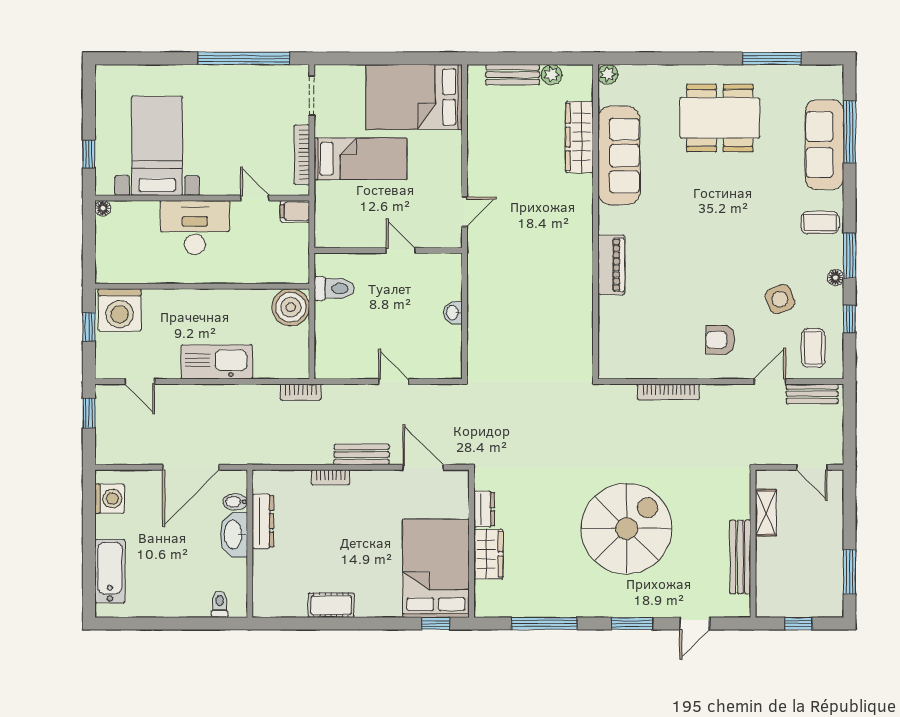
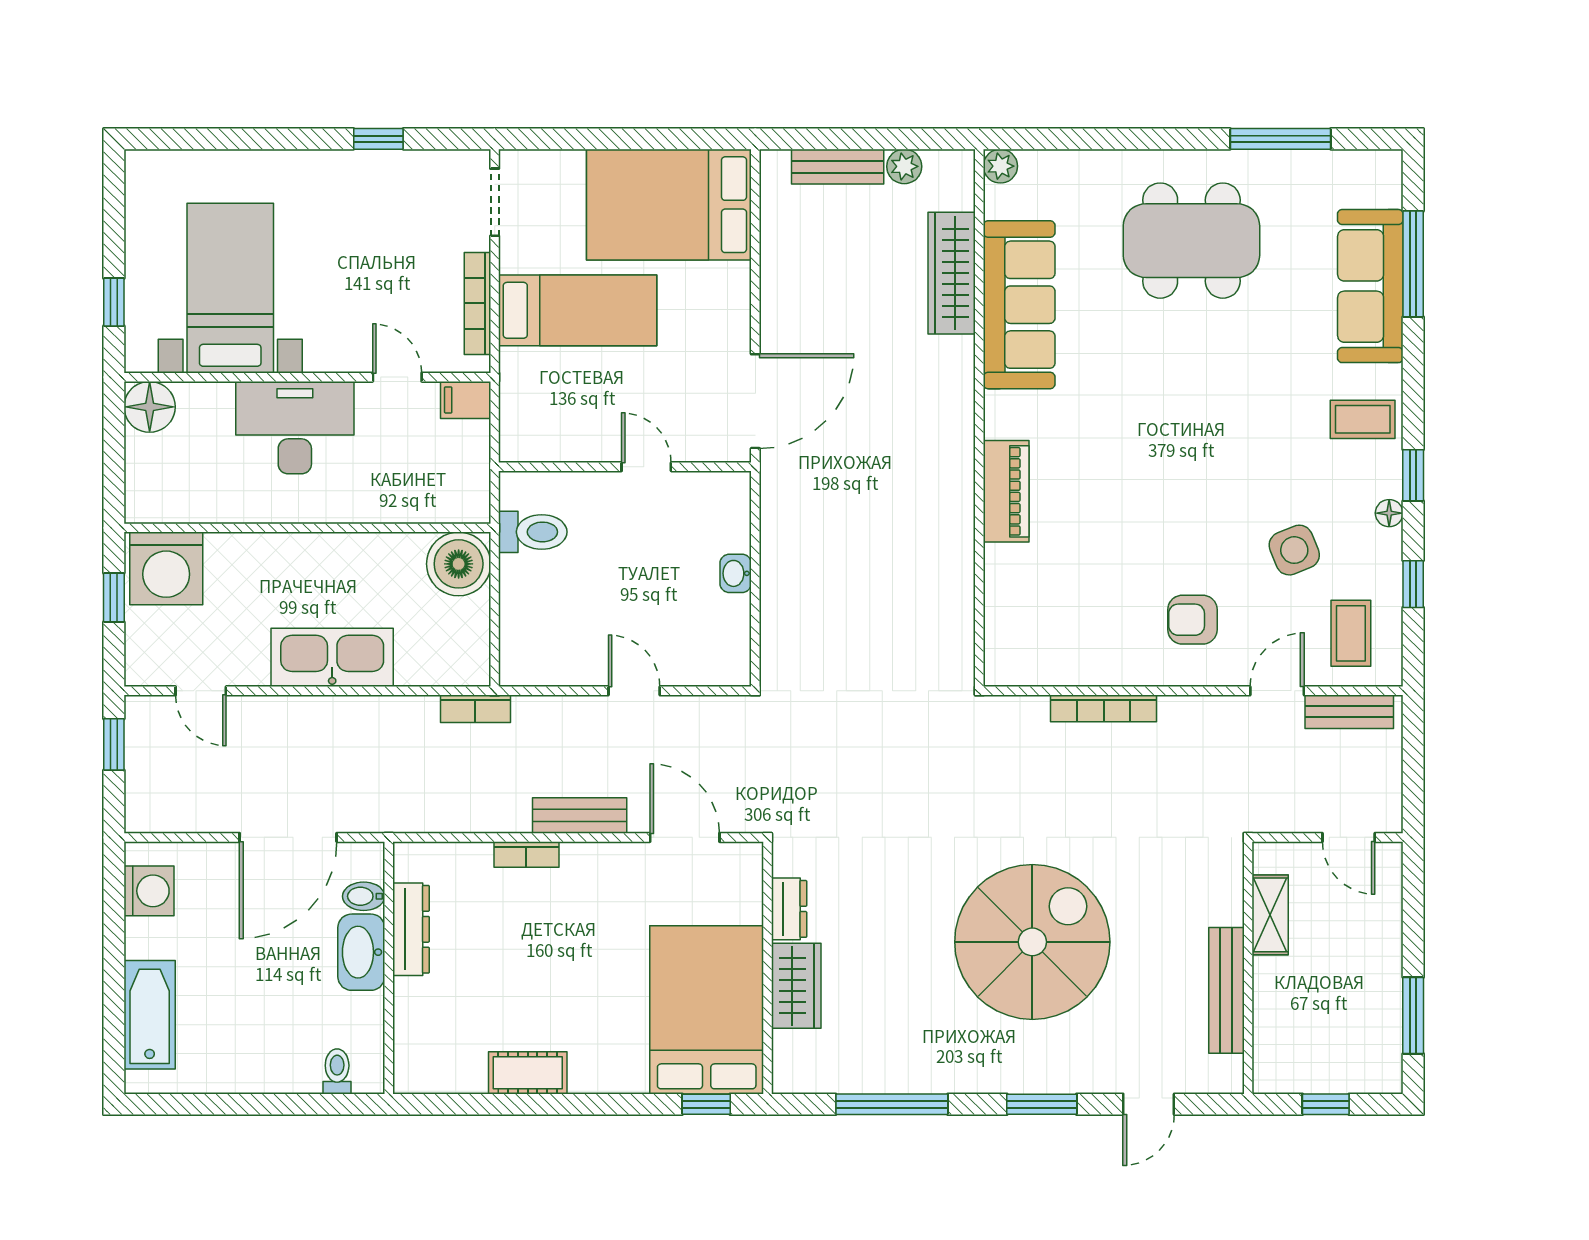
window: (244, 58) -> (378, 139), width x0.32
floor lamp: (103, 208) -> (150, 407), width x1.89, depth x1.89
door: (464, 212) -> (755, 401), width x1.87
window: (850, 255) -> (1413, 475), width x0.67

